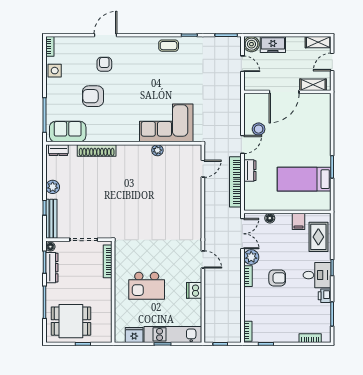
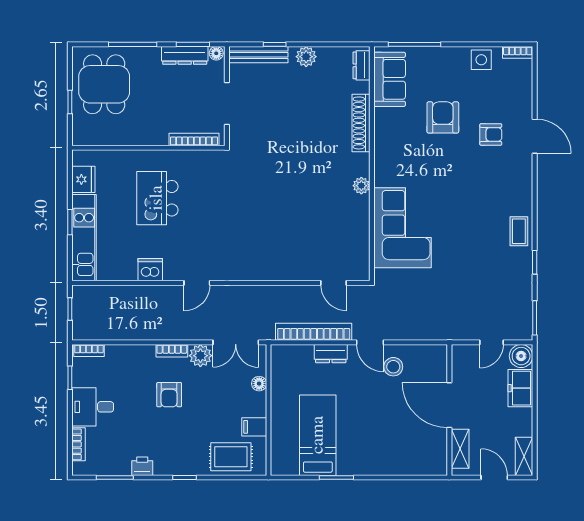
plant: (157, 150) -> (361, 186), moved
desk: (317, 275) -> (93, 407), moved, turned 90

